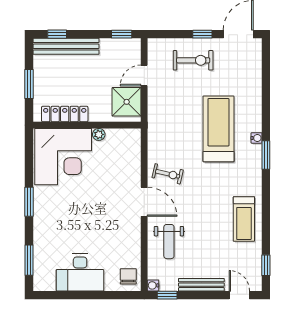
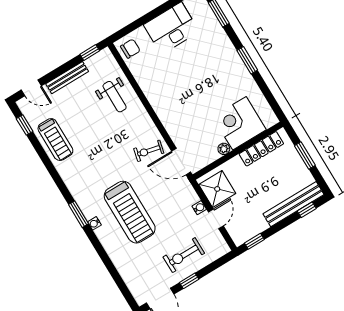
corner desk: (63, 157) -> (239, 123), width x0.74, depth x0.74
door: (144, 202) -> (181, 162), moved
treadmill: (244, 219) -> (55, 140), moved, turned 180
weight bench: (169, 242) -> (115, 97), turned 180
chair: (128, 276) -> (130, 49), turned -90
water cooler: (153, 285) -> (199, 208), moved

